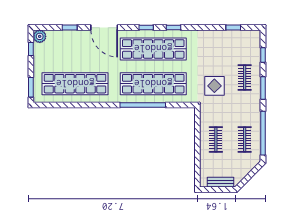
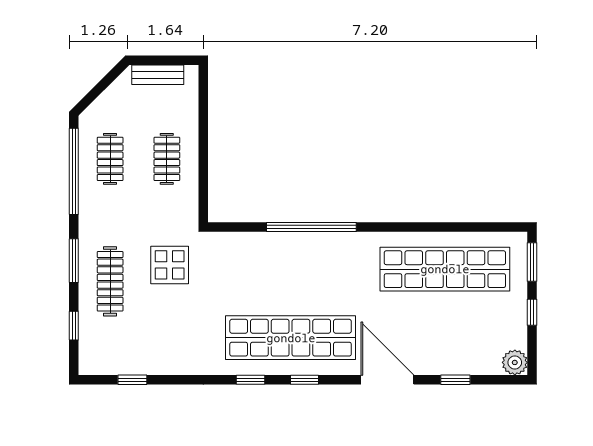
window: (31, 49) -> (532, 312), moved
clothes rail: (245, 78) -> (110, 281), width x1.36
shop shelf: (153, 84) -> (291, 269), removed

